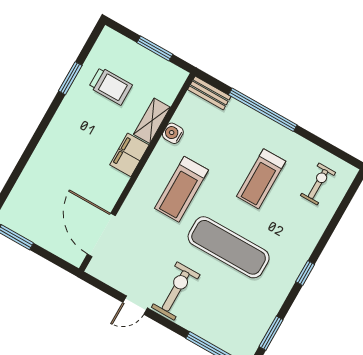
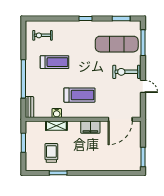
filing cabinet: (129, 155) -> (90, 127), moved
exercise mat: (229, 247) -> (117, 44), moved, turned 90

